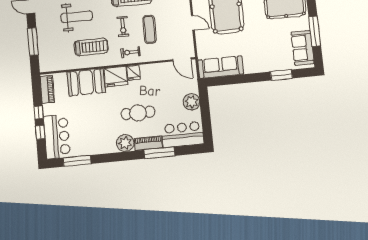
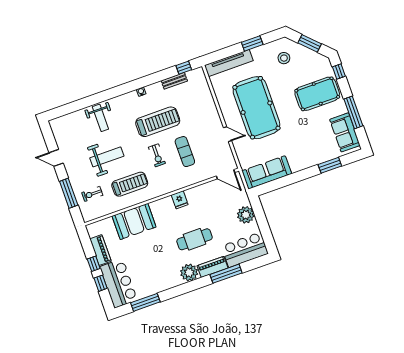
exercise bike: (131, 52) -> (92, 194), moved
fridge: (116, 77) -> (163, 208), removed
piano: (47, 89) -> (100, 250), moved

